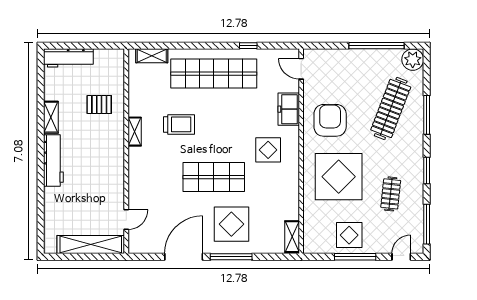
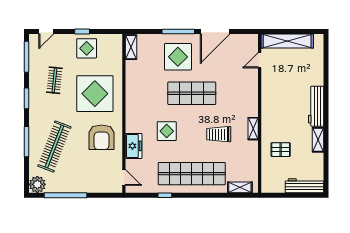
display table: (268, 150) -> (167, 131), moved
window: (355, 257) -> (82, 31), width x0.46

